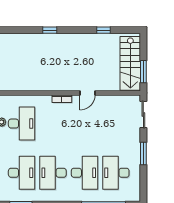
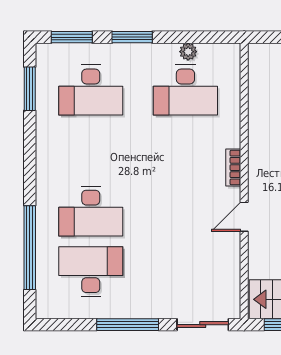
door: (87, 93) -> (244, 217), hinge flipped
window: (143, 154) -> (128, 325), width x1.44
desk: (53, 173) -> (91, 151), removed

